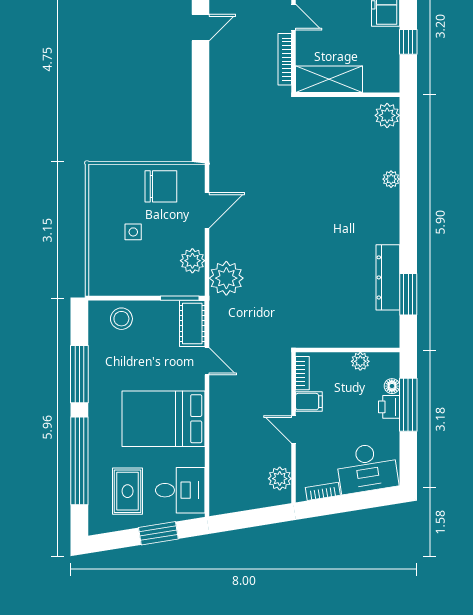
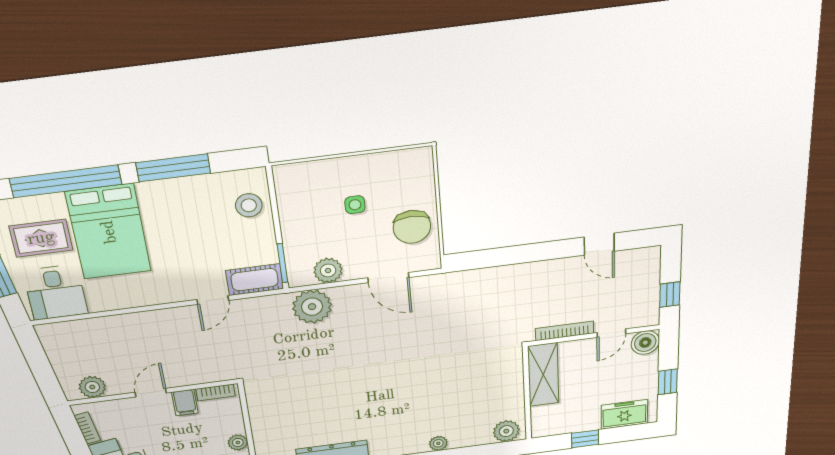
bed: (163, 419) -> (109, 232), moved, turned 180

